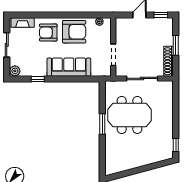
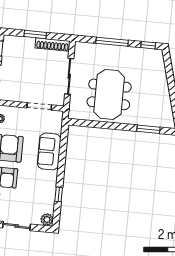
sofa: (69, 67) -> (49, 151), width x0.73
window: (176, 113) -> (112, 42), added
window: (102, 124) -> (148, 129), moved

